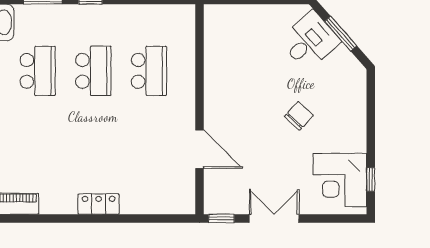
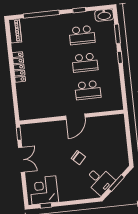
desk: (310, 41) -> (100, 180), moved
chair: (299, 116) -> (78, 158), moved
door: (200, 149) -> (75, 117), moved
locker: (99, 204) -> (19, 67), width x1.53

